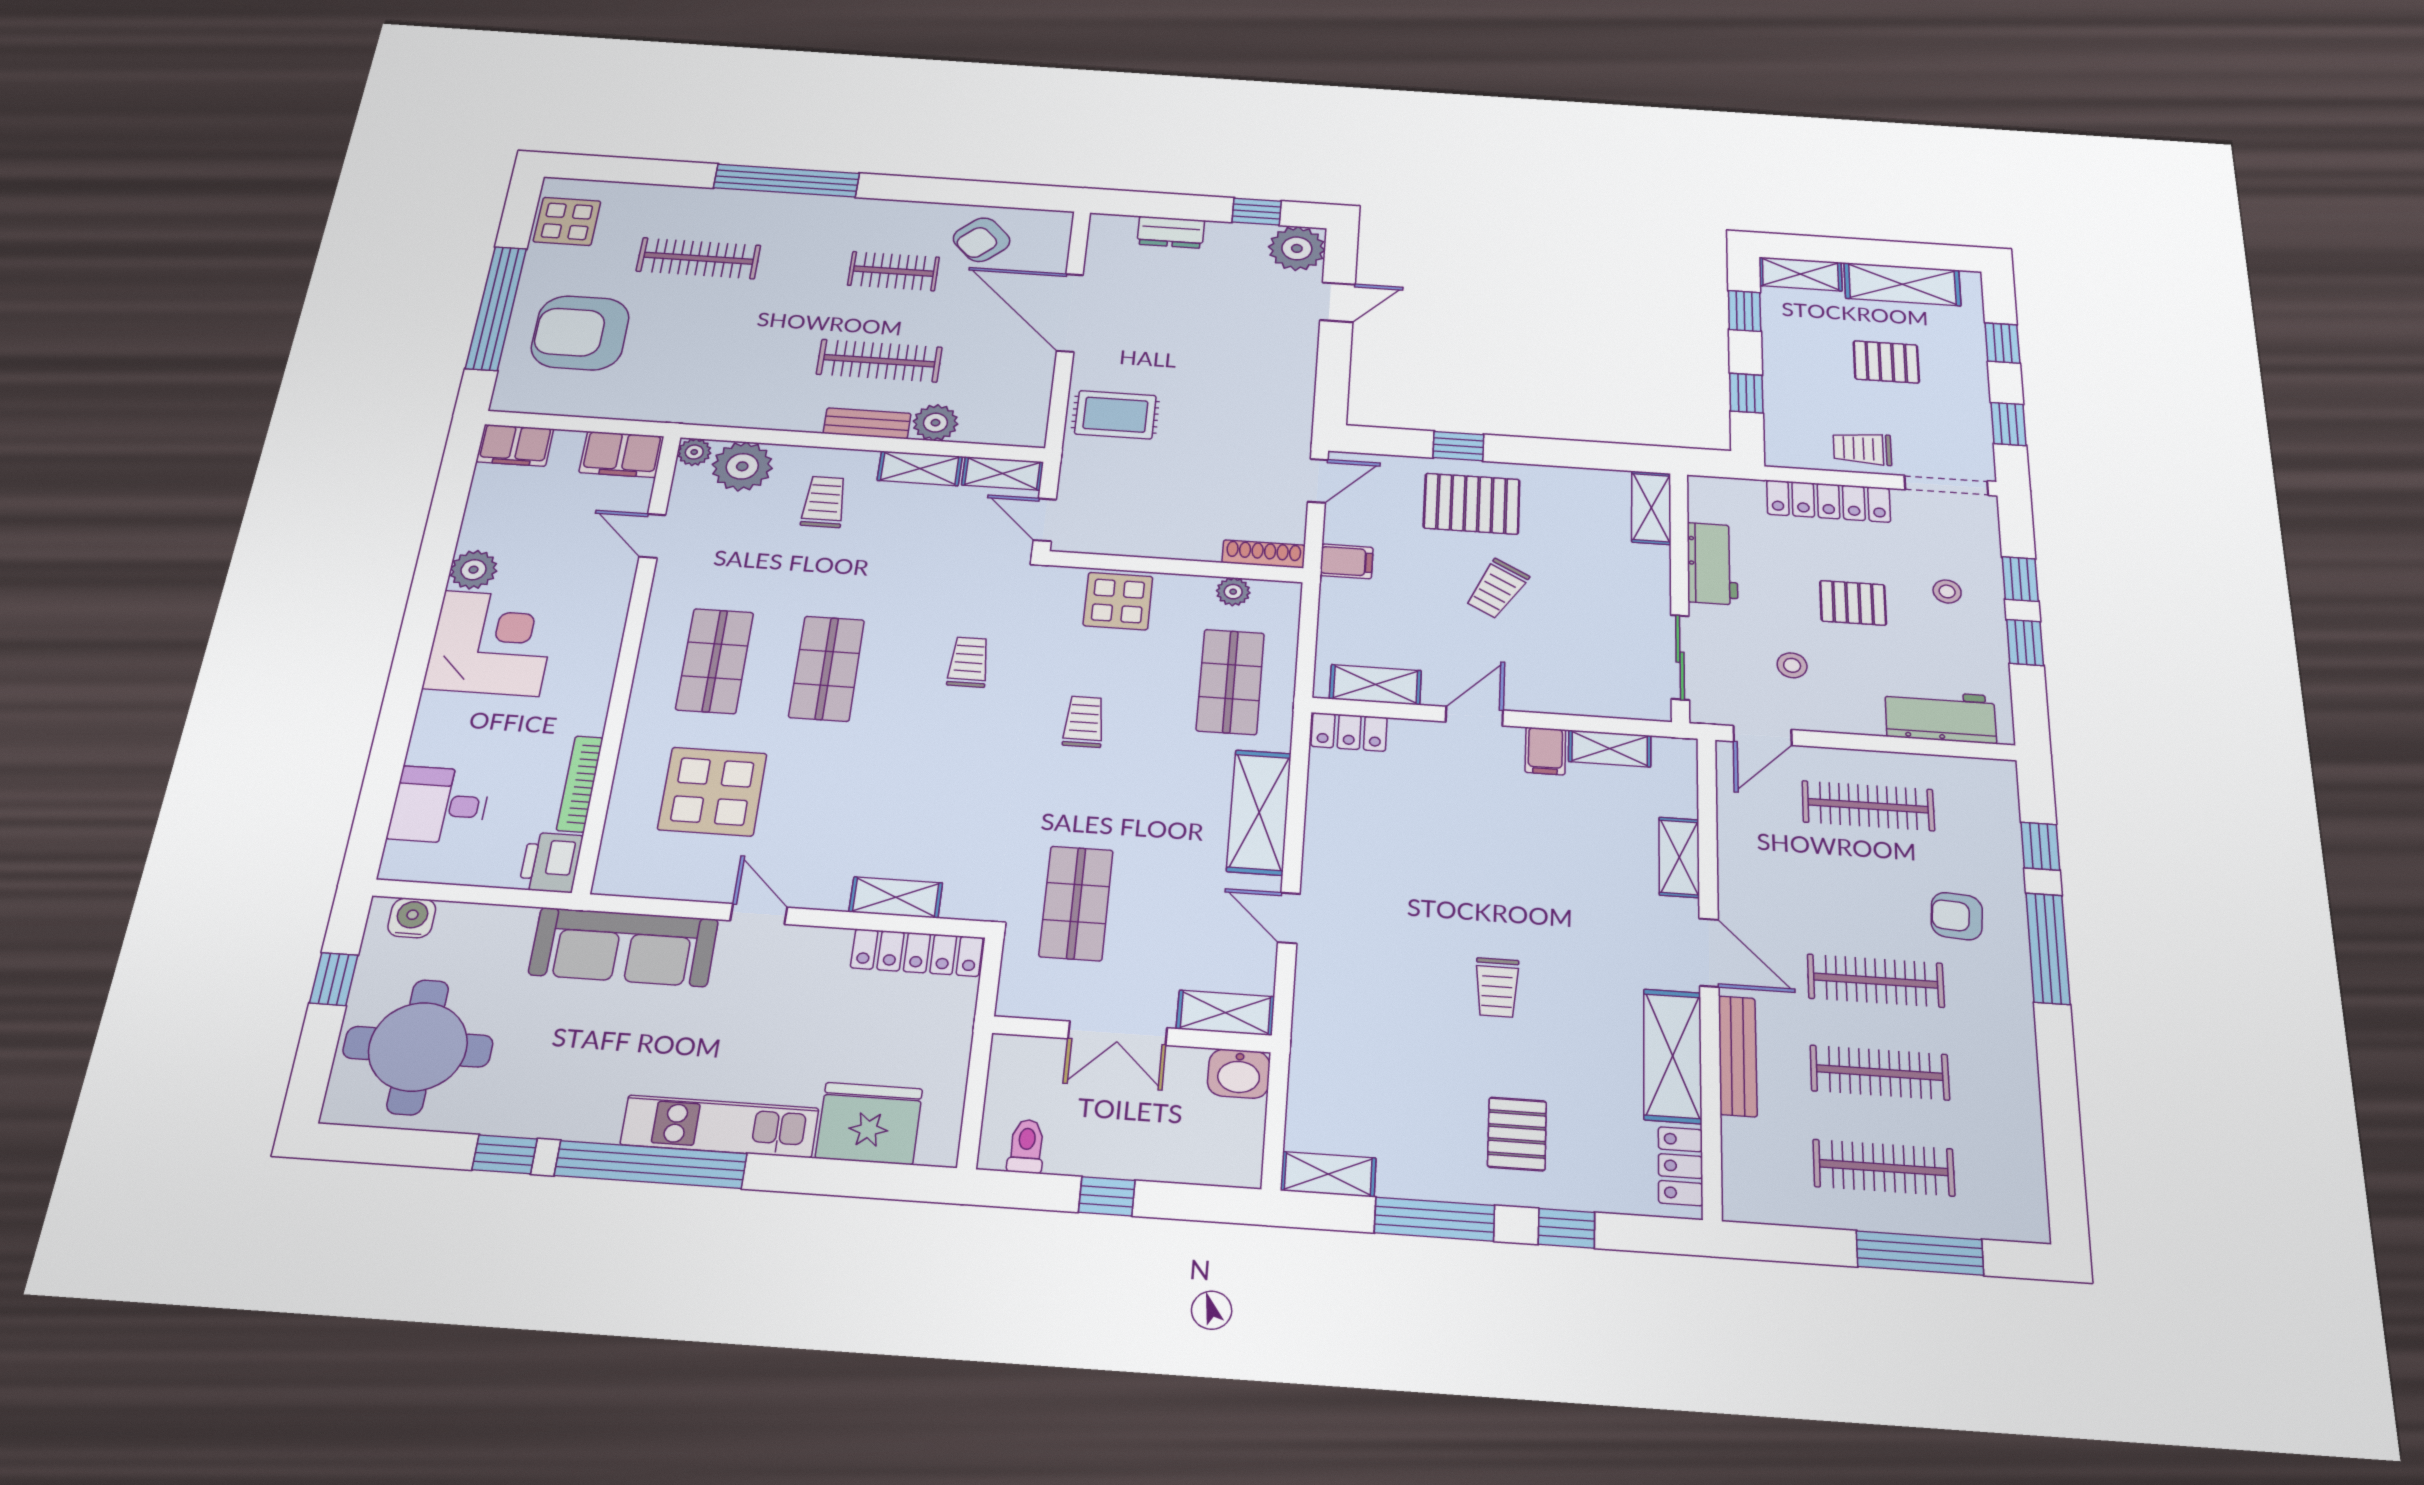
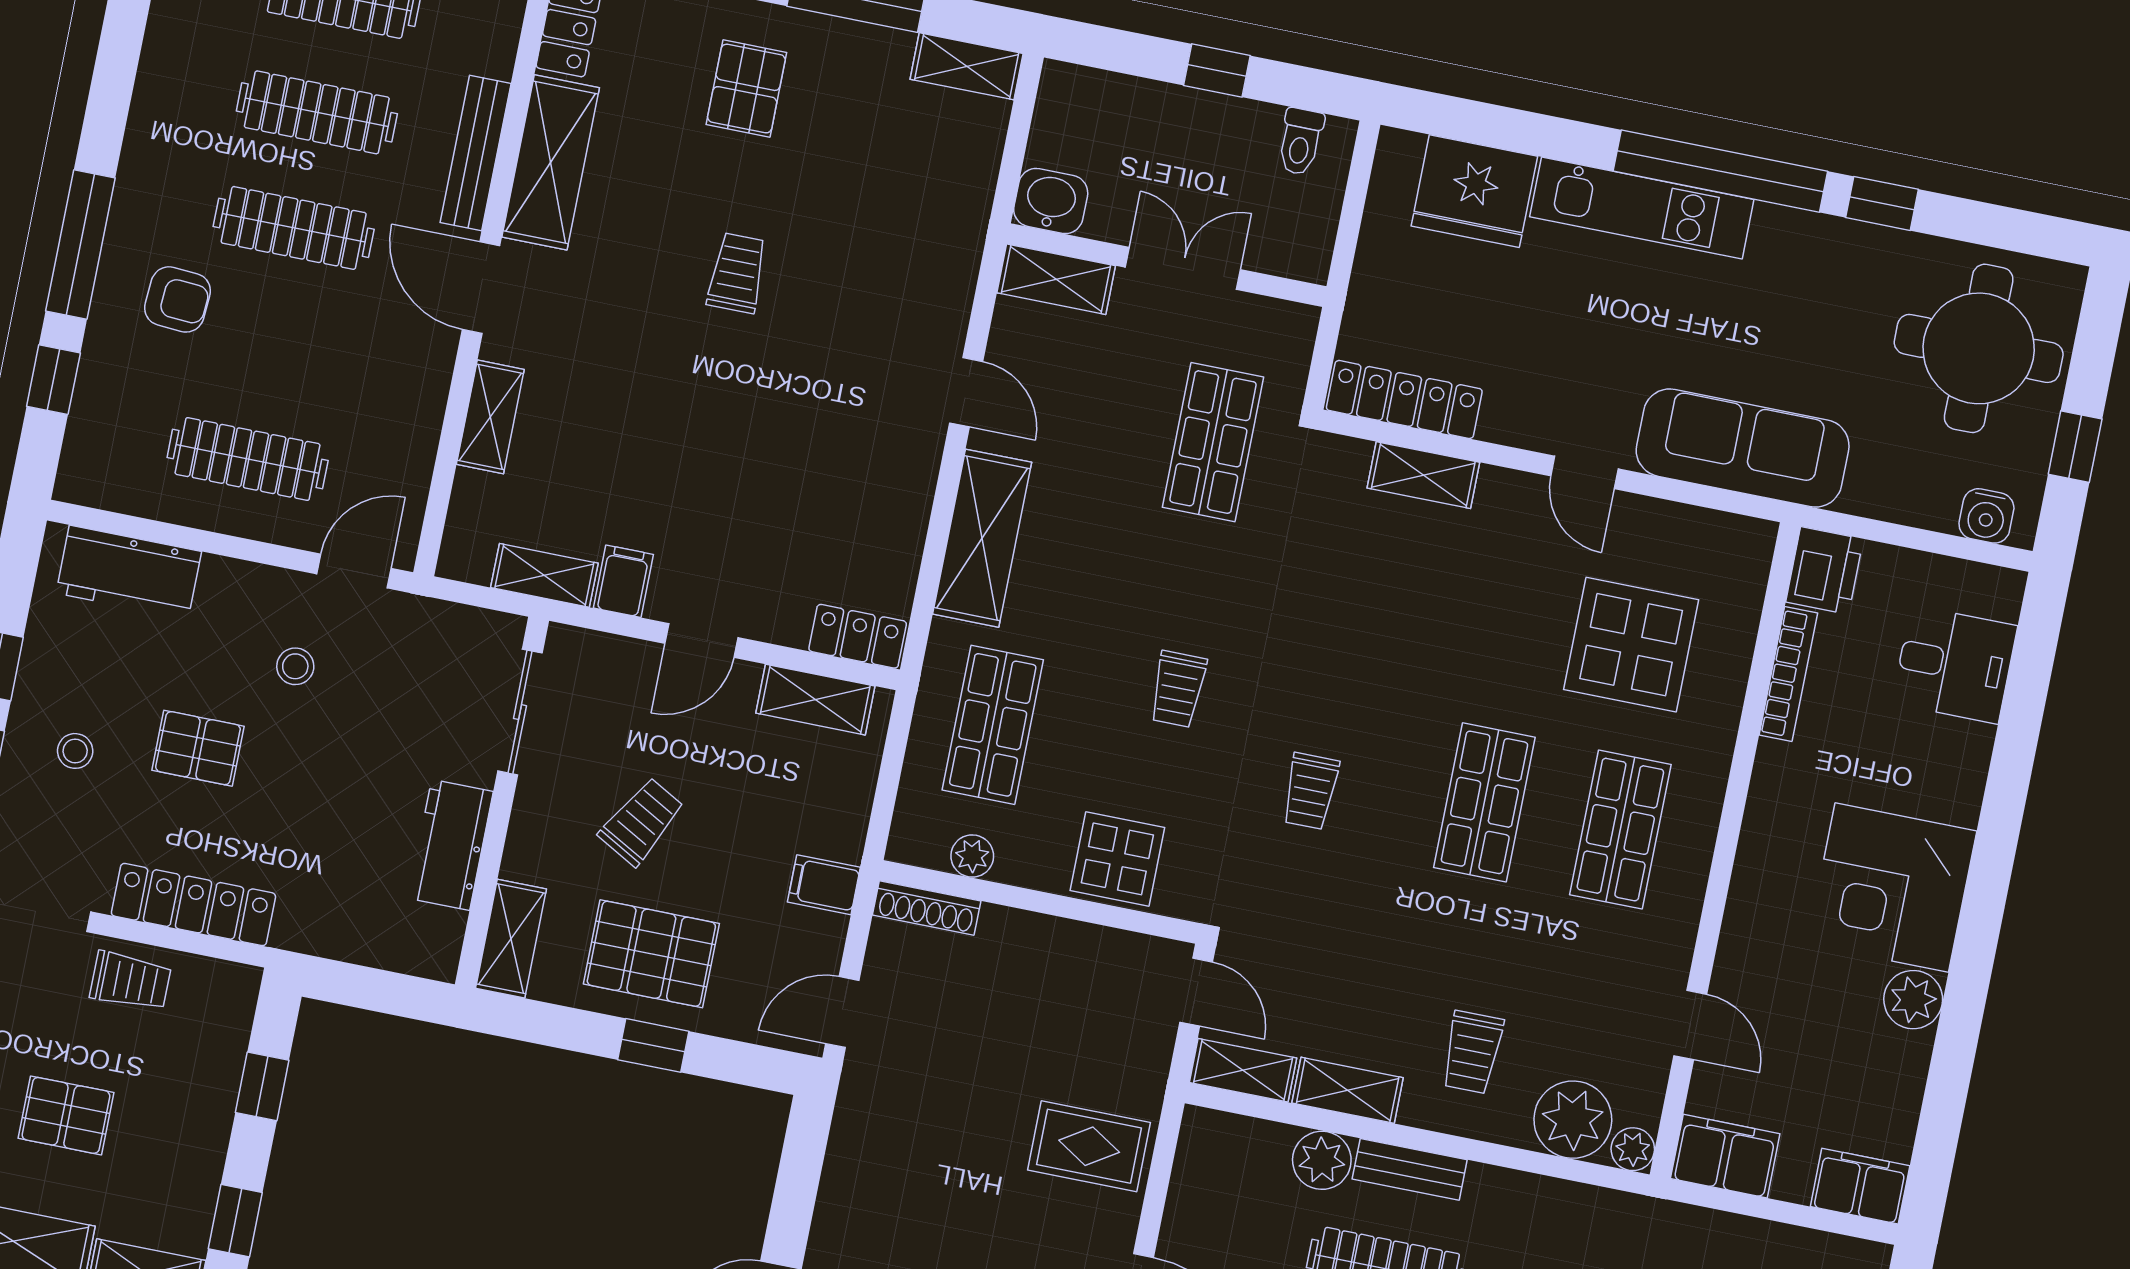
shelving: (1651, 508) -> (511, 939), moved
workbench: (1712, 564) -> (451, 845), moved
wall: (1680, 595) -> (502, 803), moved
sliding door: (1680, 657) -> (520, 712), moved

